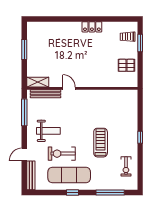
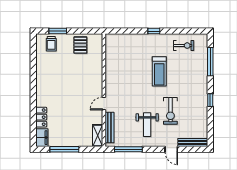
filing cabinet: (36, 27) -> (42, 138), added
locker: (92, 27) -> (41, 117), moved
window: (24, 50) -> (64, 149), width x1.44
weight bench: (48, 131) -> (147, 125), turned 180
treadmill: (101, 143) -> (159, 71), turned -90
exercise mat: (69, 175) -> (192, 103), removed

